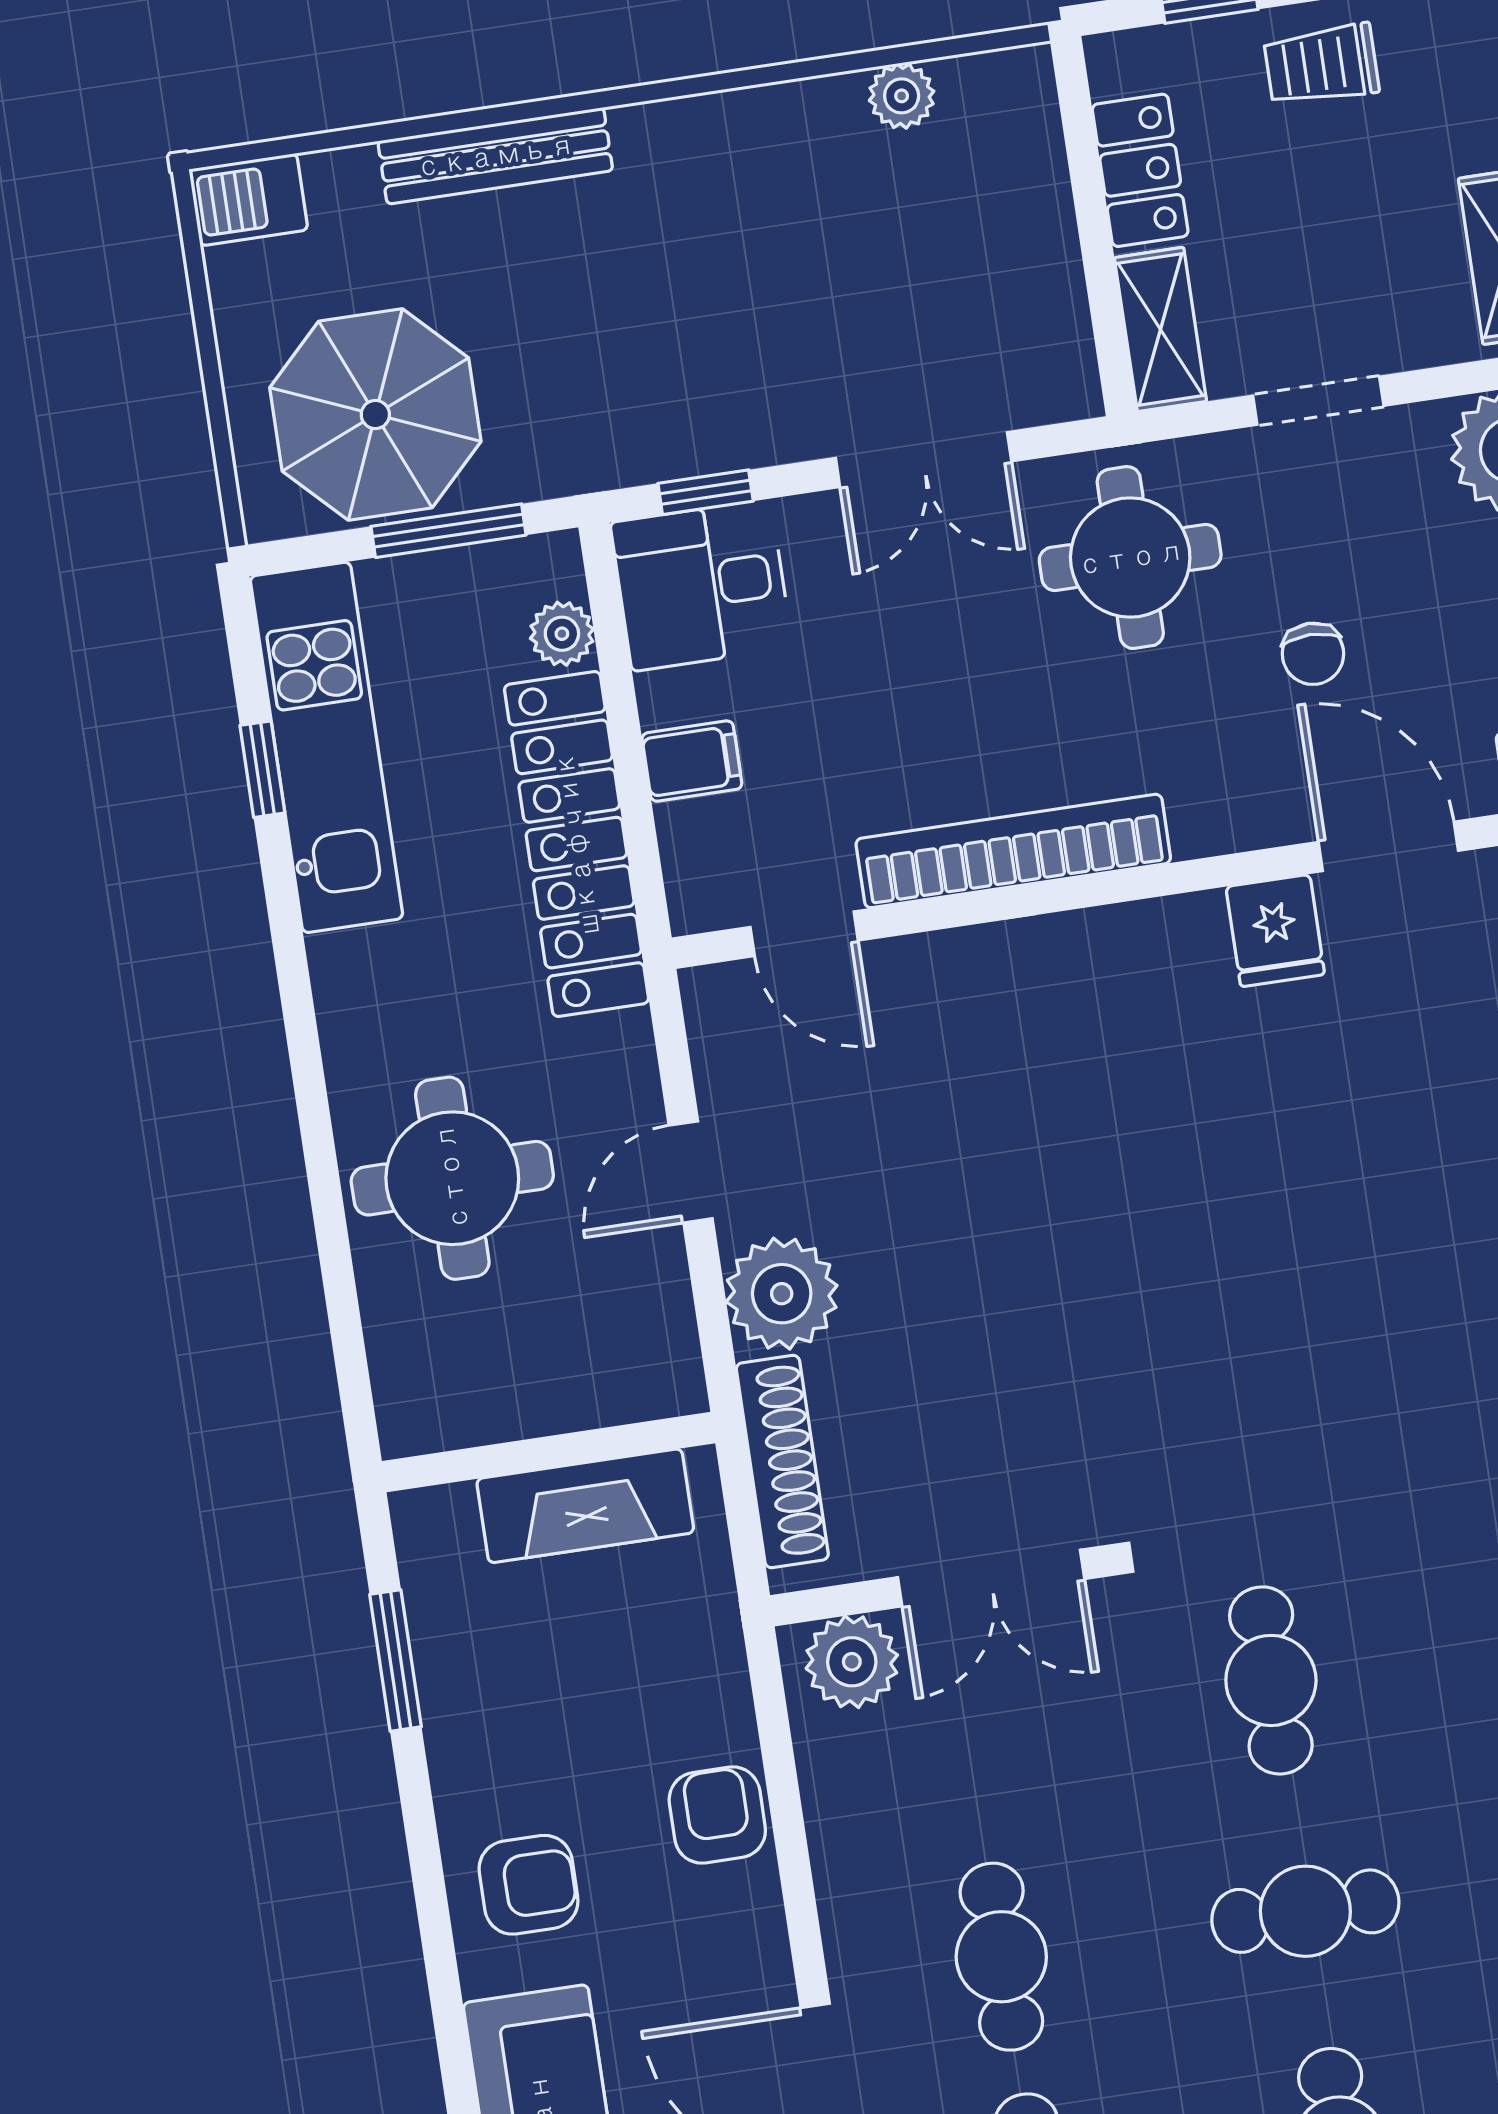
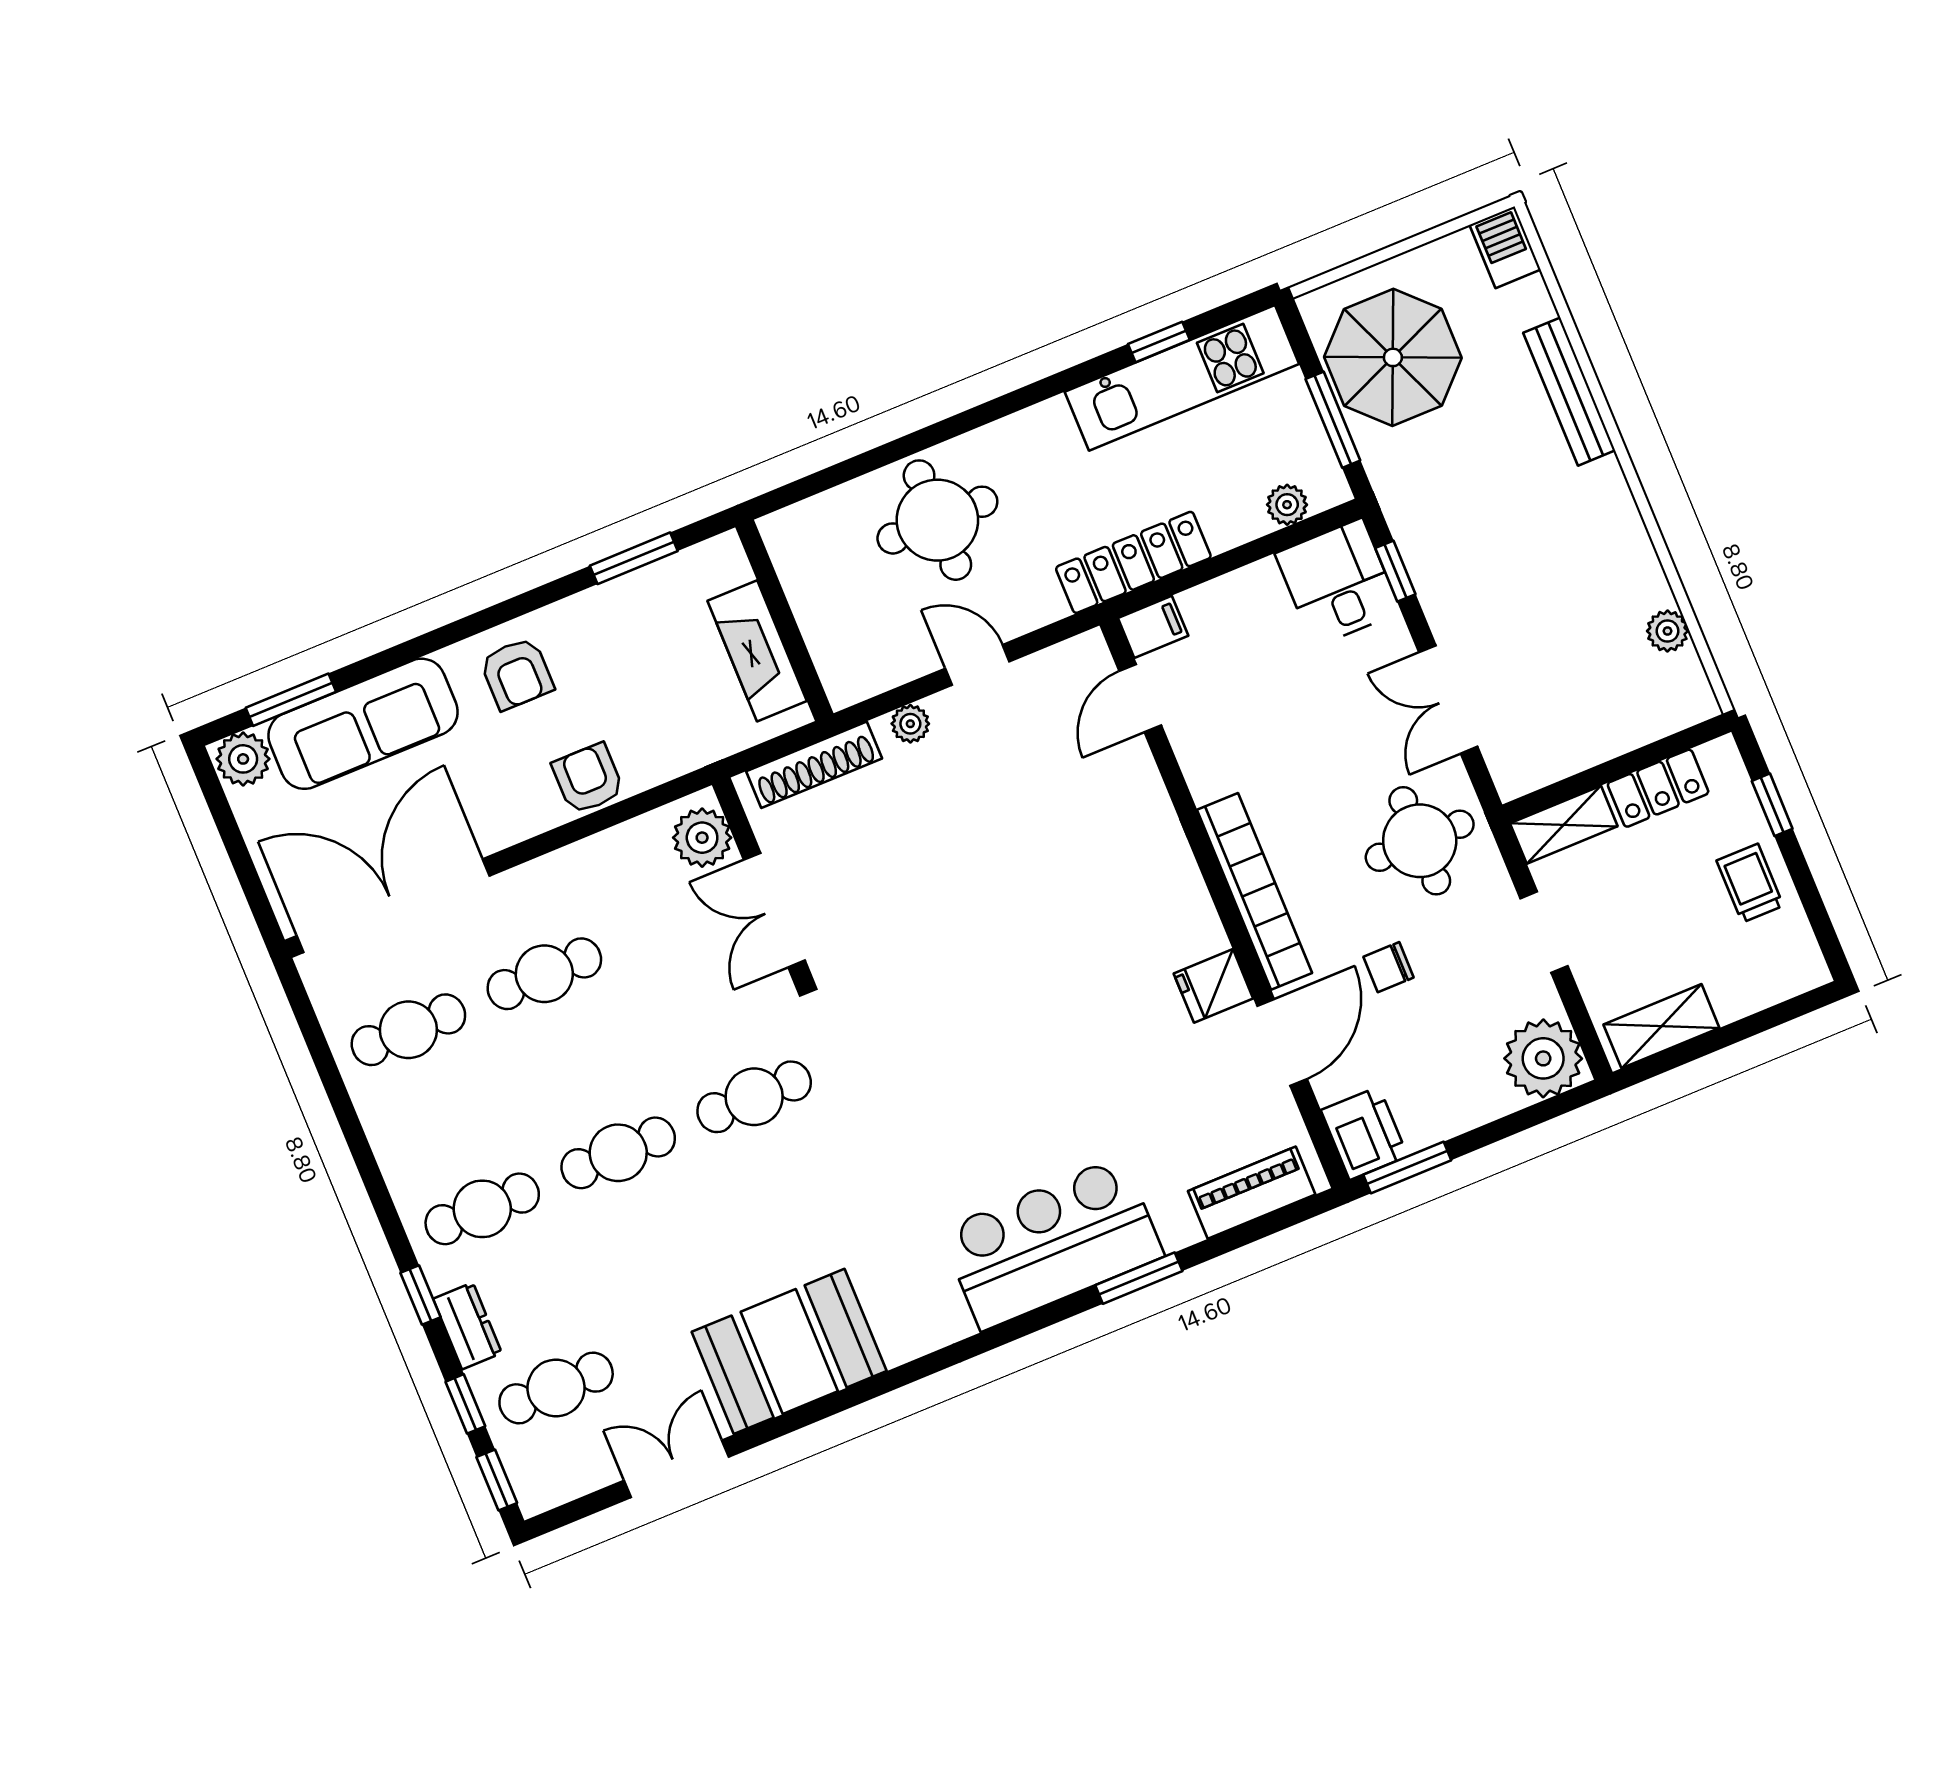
filing cabinet: (692, 761) -> (1153, 627), moved, turned -90
locker: (577, 844) -> (1133, 562), width x0.71, depth x0.83
bookcase: (1013, 851) -> (1255, 891), moved
plant: (782, 1294) -> (910, 724), width x0.53, depth x0.53
armchair: (717, 1815) -> (588, 779), turned -90
cafe table: (1305, 1911) -> (618, 1153), turned 90

